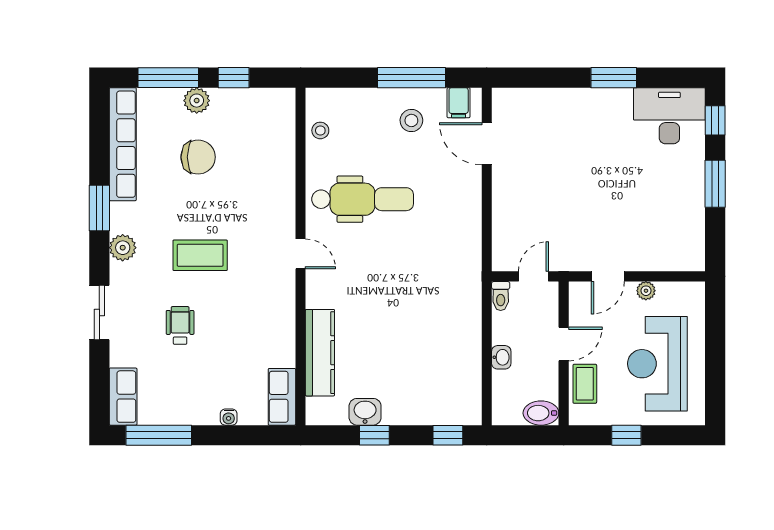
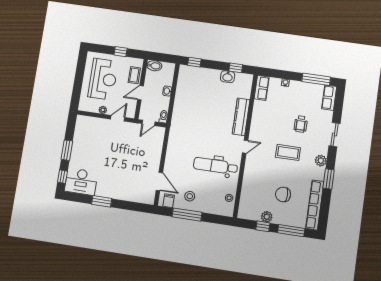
plant: (197, 101) -> (267, 217), moved
door: (301, 254) -> (245, 147), swing flipped
kitchen counter: (320, 353) -> (241, 117), moved
window: (374, 435) -> (236, 68), moved

